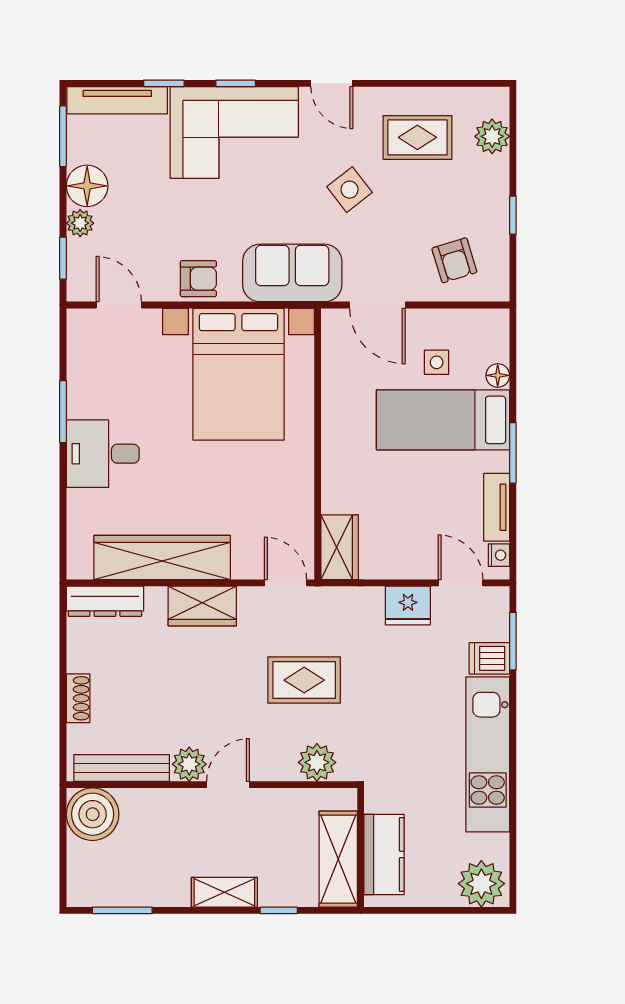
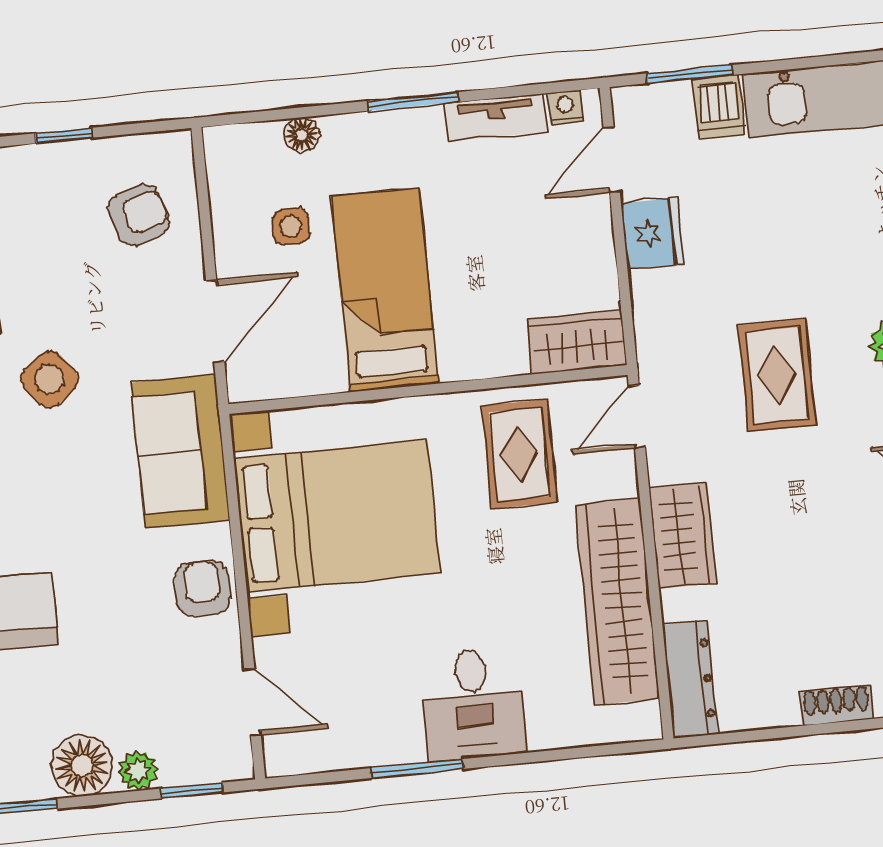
door: (119, 305) -> (253, 702), swing flipped
bed: (443, 420) -> (385, 290), moved, turned 180
rug: (268, 501) -> (520, 454), added

